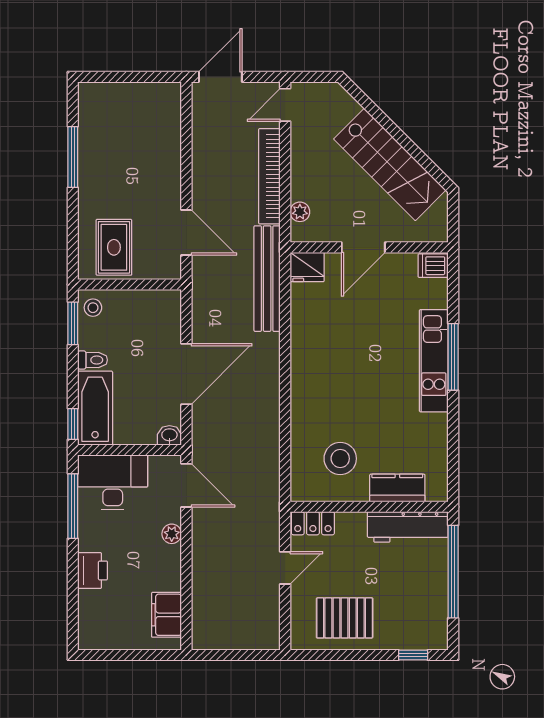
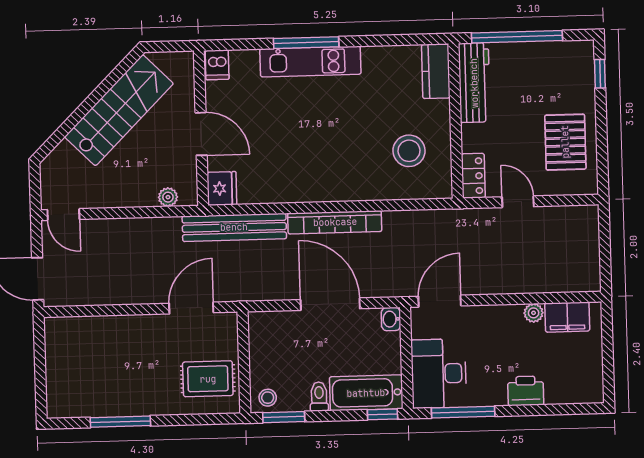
bookcase: (269, 176) -> (335, 222), moved
kitchen counter: (397, 488) -> (436, 71), moved
plant: (172, 534) -> (534, 313), moved

